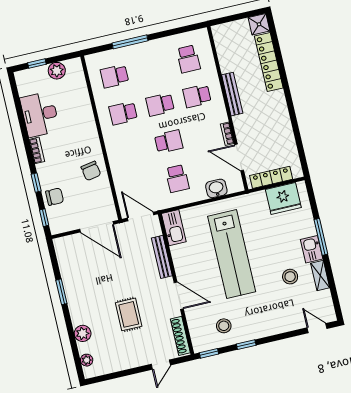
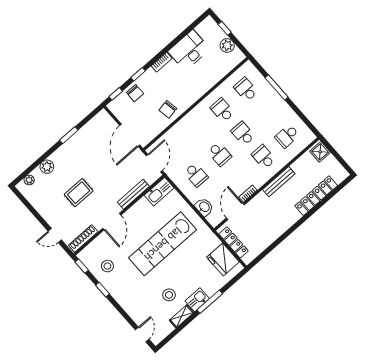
shower: (259, 24) -> (320, 152), moved
school desk: (177, 179) -> (196, 175), turned -90

